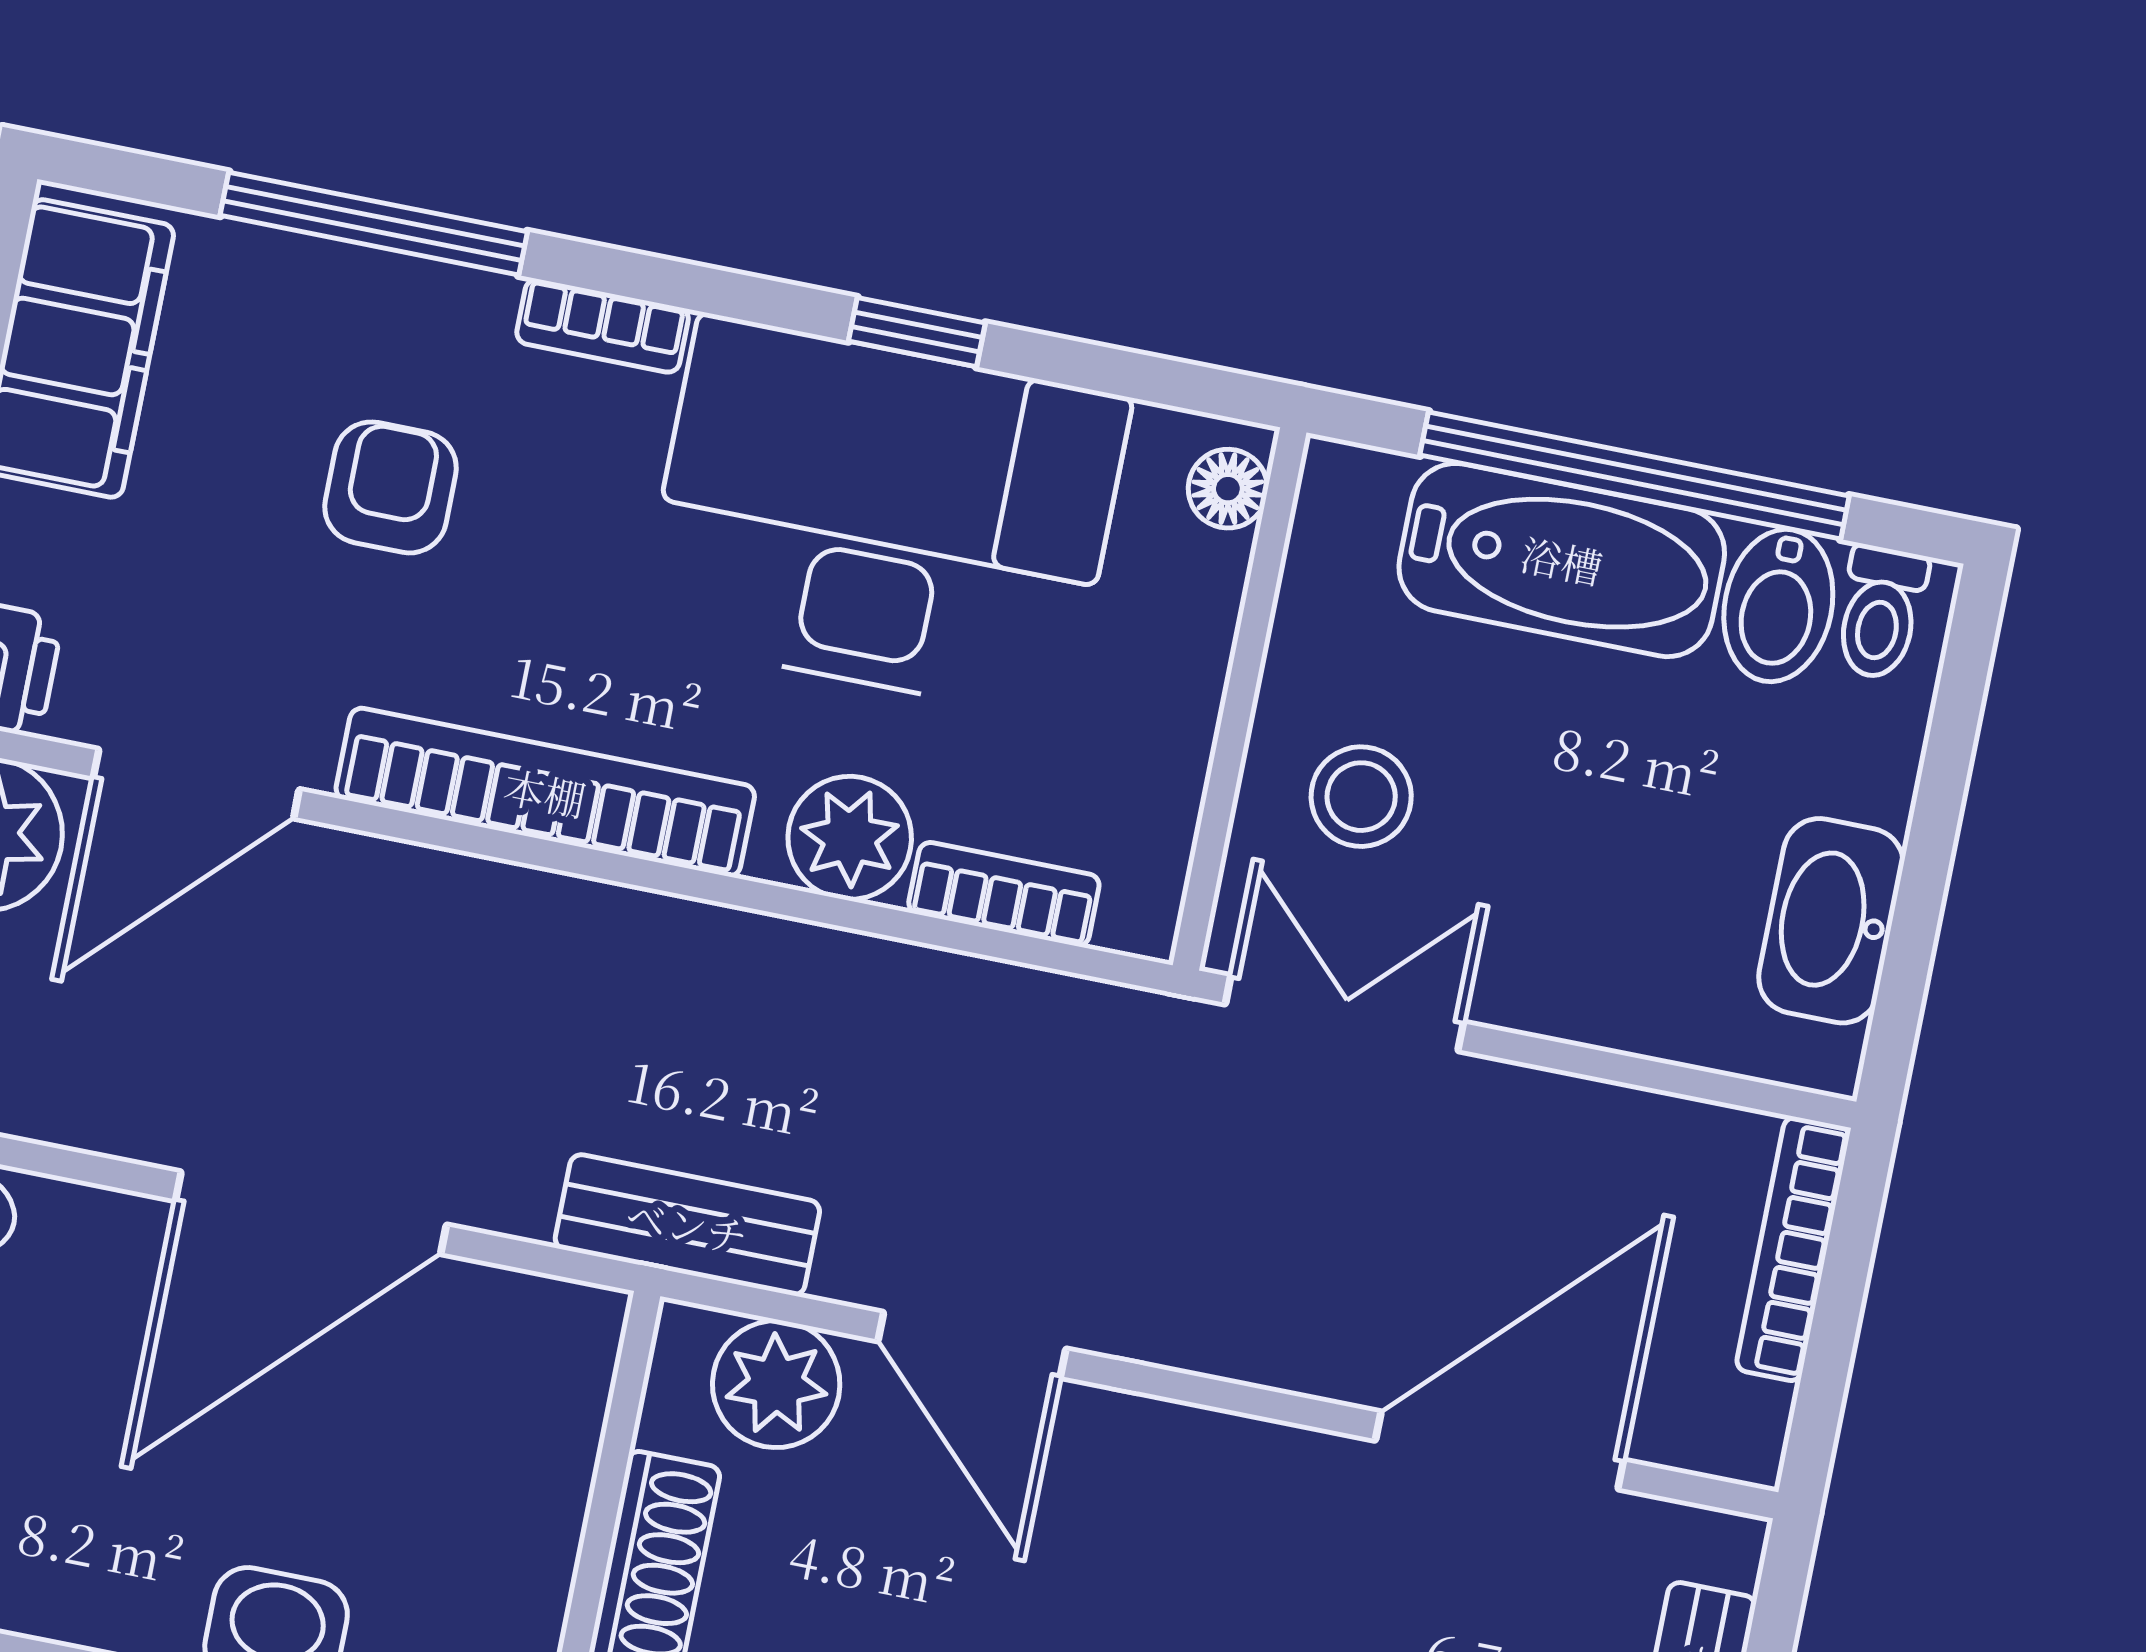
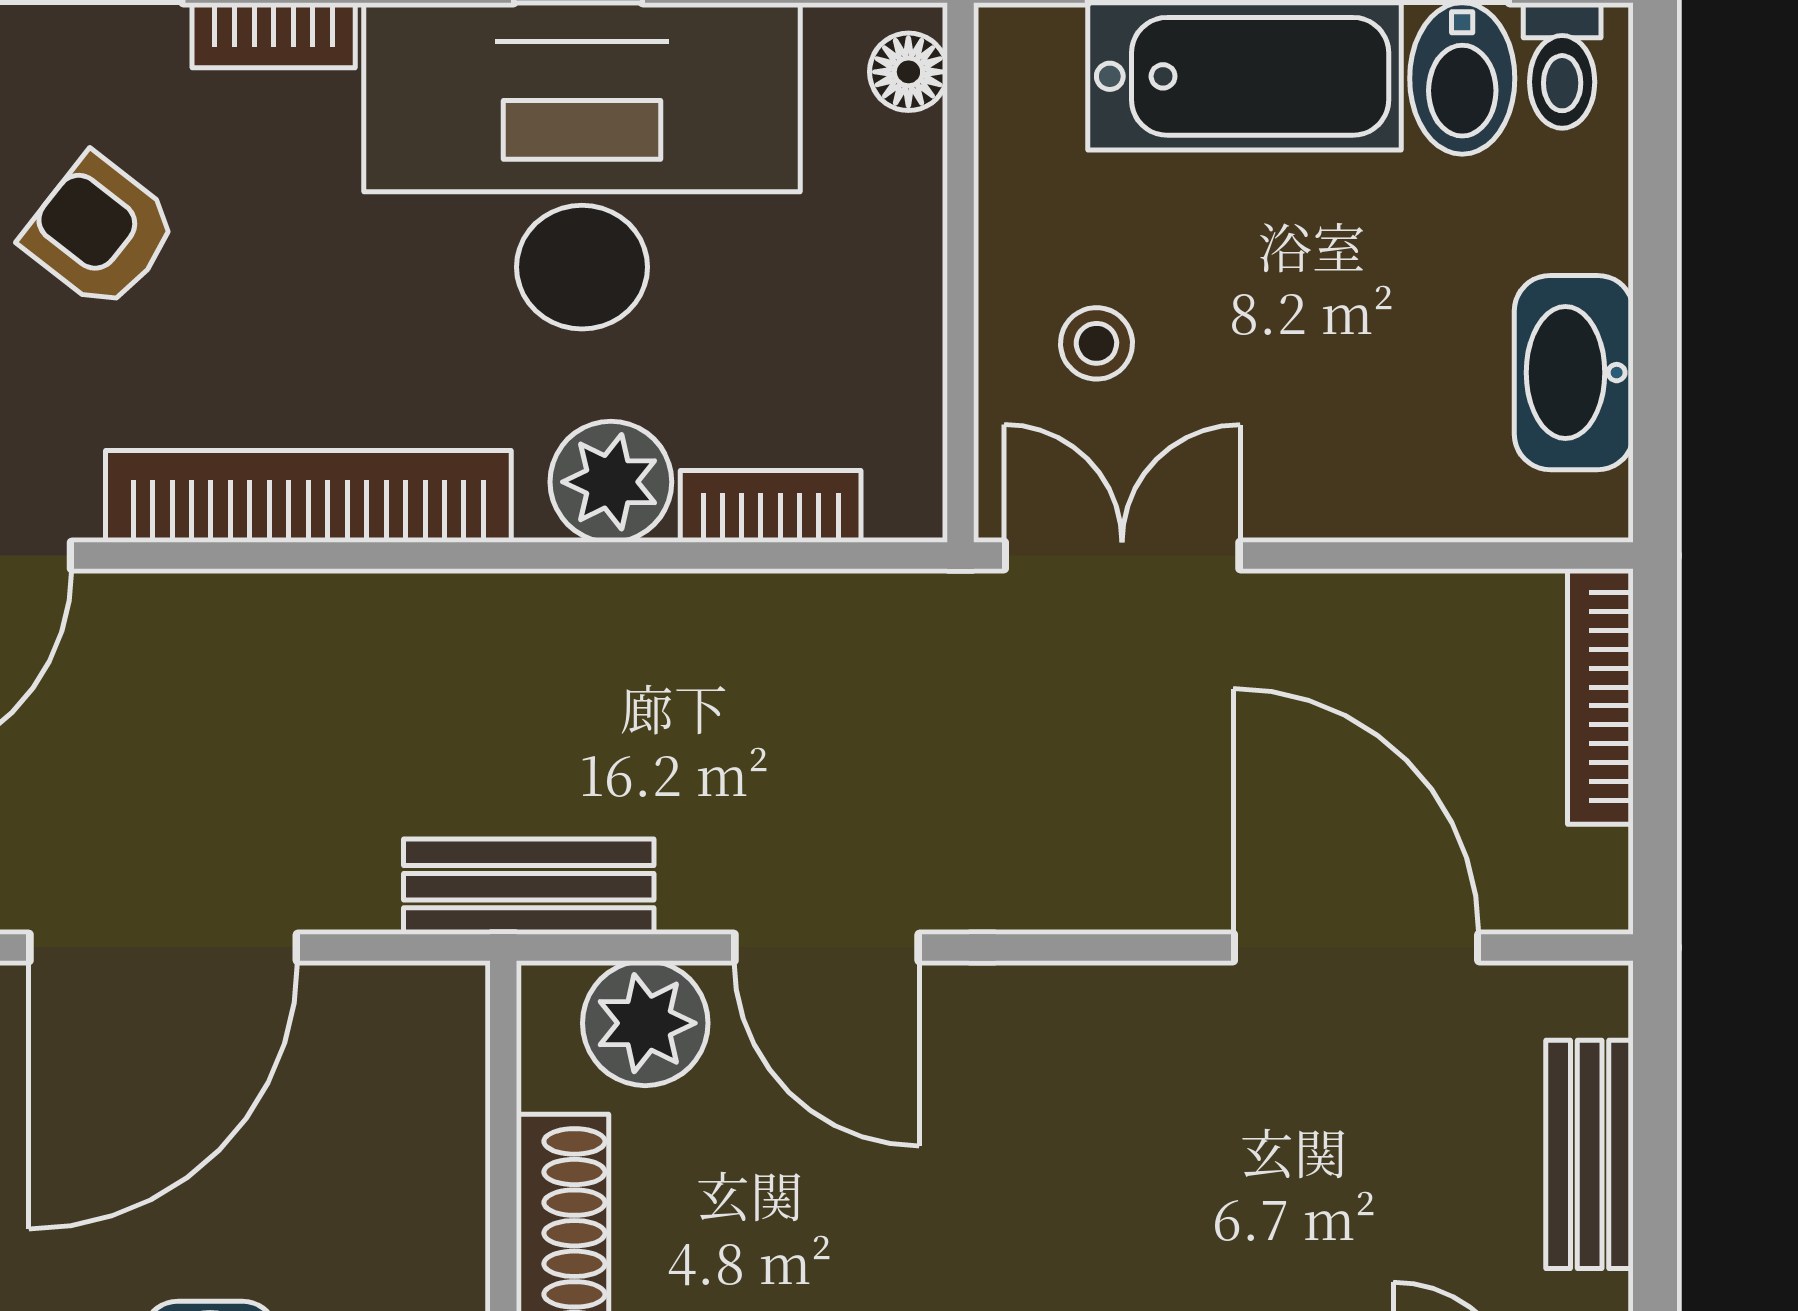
armchair: (391, 487) -> (100, 232), turned -52
stool: (1361, 797) -> (1096, 343), width x0.73, depth x0.73
door: (1500, 1450) -> (1356, 947), hinge flipped

